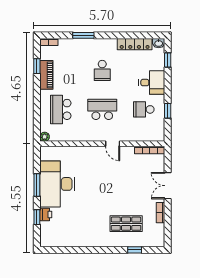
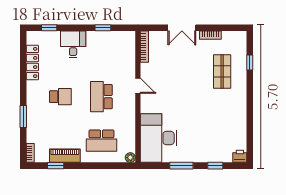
washbasin: (159, 43) -> (31, 37), removed
school desk: (144, 109) -> (101, 53), removed
door: (113, 144) -> (138, 86), hinge flipped
desk: (57, 184) -> (159, 138), moved, turned 90
printer: (46, 215) -> (240, 156), moved

